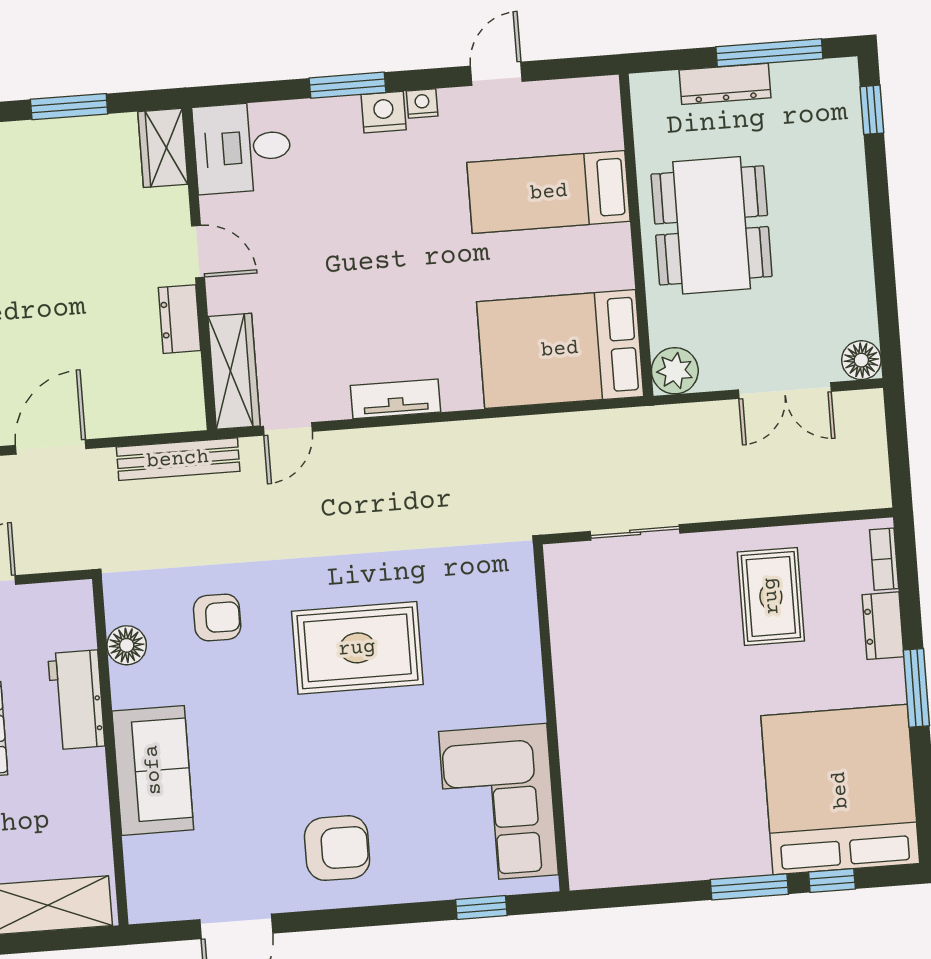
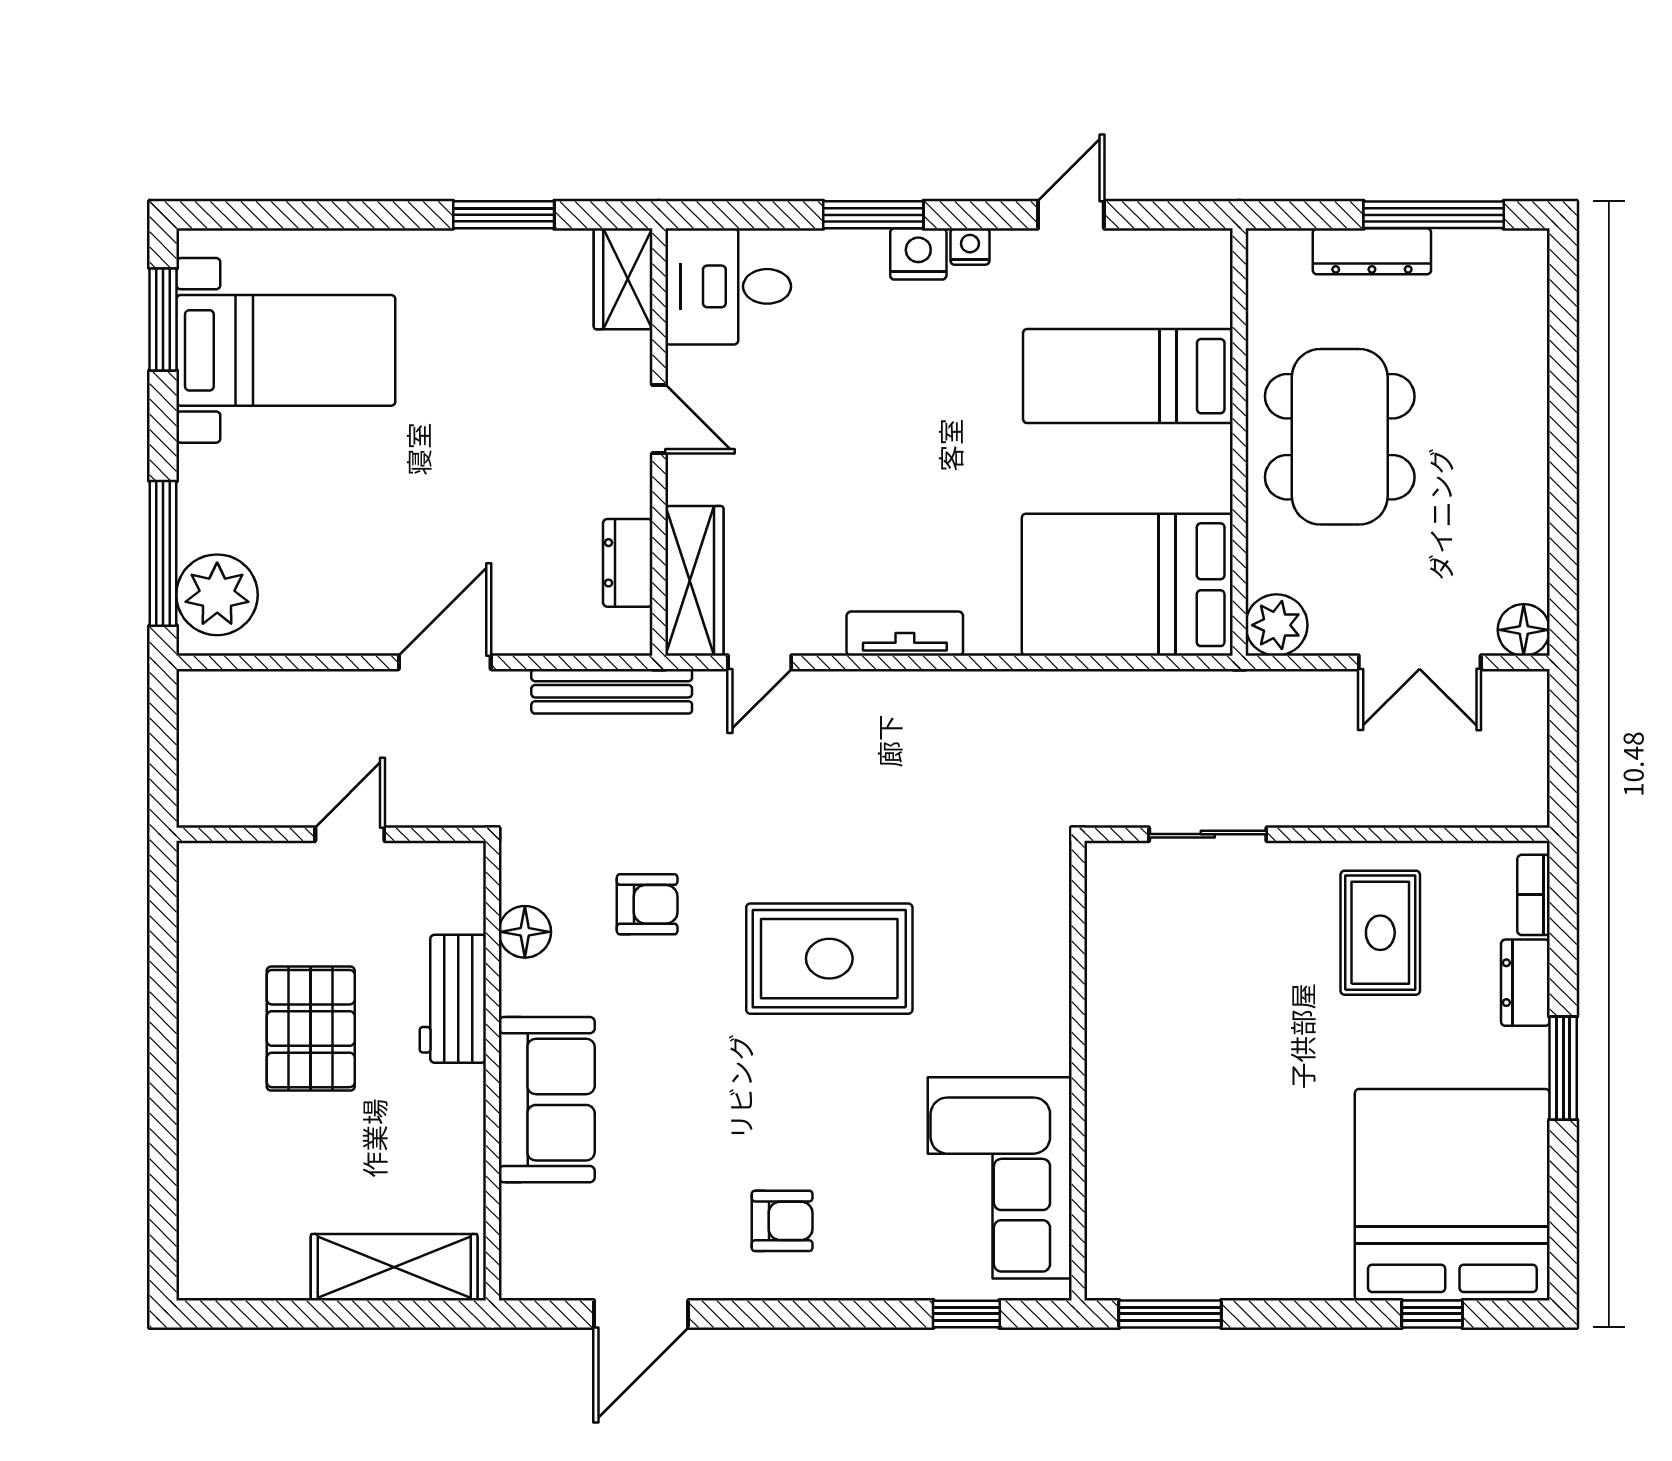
window: (872, 110) -> (1563, 301), removed
dresser: (180, 319) -> (628, 563), moved
armchair: (337, 848) -> (782, 1221), width x0.72, depth x0.72
window: (749, 887) -> (1170, 1314), moved

